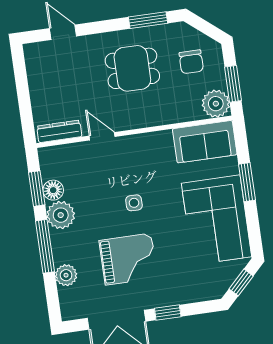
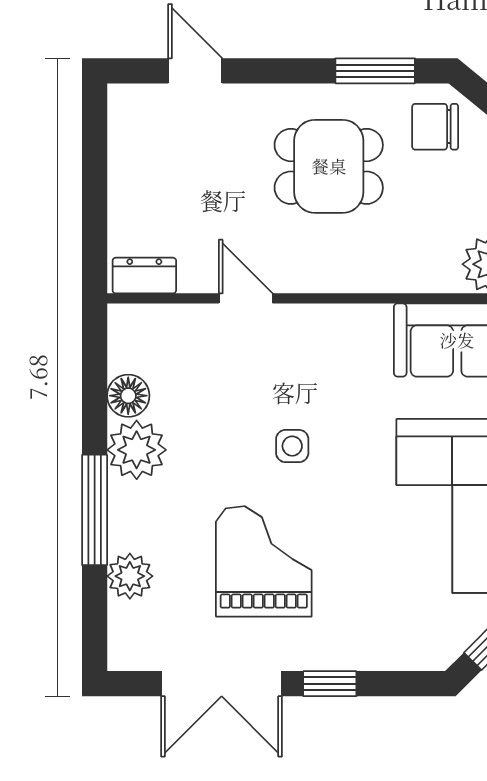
chair: (191, 62) -> (435, 127), moved, turned 90
dresser: (59, 131) -> (144, 276), width x0.70
window: (37, 189) -> (95, 388), removed
grand piano: (128, 259) -> (264, 561), turned -90

